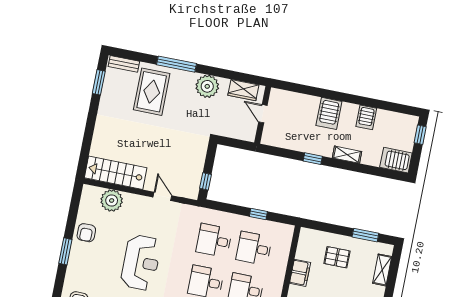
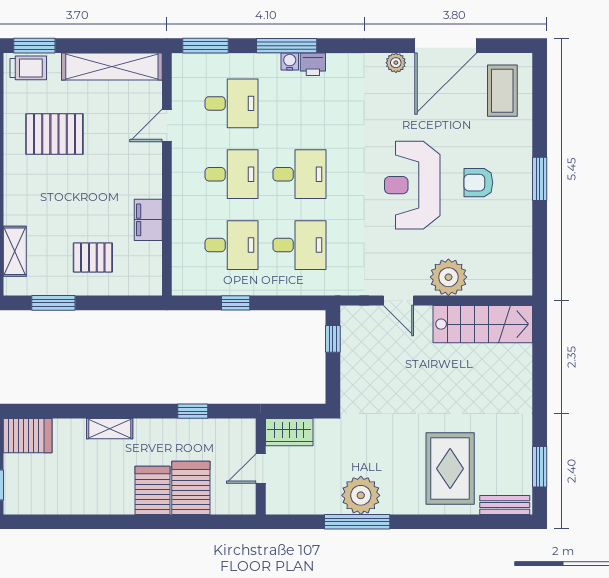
window: (177, 64) -> (357, 522), moved
wardrobe: (243, 90) -> (289, 432), moved, turned 180
door: (263, 114) -> (261, 469), swing flipped
server rack: (366, 117) -> (191, 488), moved, width x1.36, depth x1.44
window: (313, 159) -> (193, 411), moved
plant: (112, 201) -> (448, 277), moved
armchair: (86, 233) -> (478, 183), moved, turned -90

